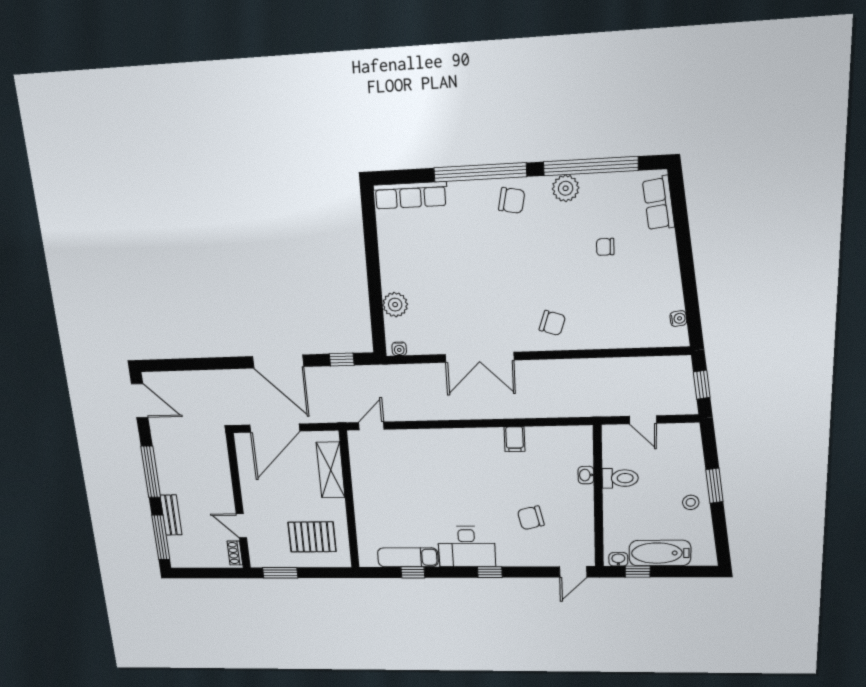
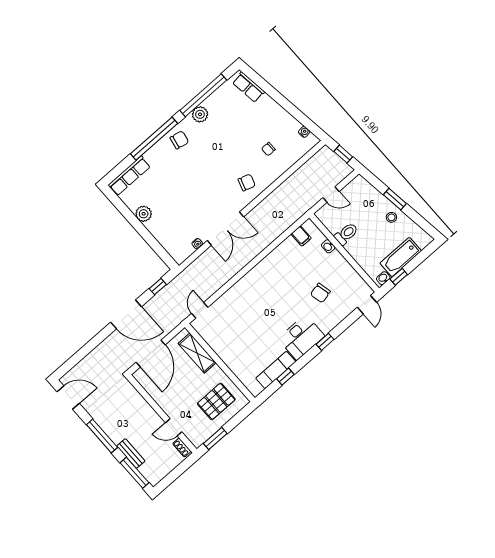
chair: (605, 247) -> (268, 149), moved
plant: (395, 305) -> (144, 214), moved
water cooler: (399, 349) -> (197, 244), moved
filing cabinet: (515, 439) -> (301, 236), moved

